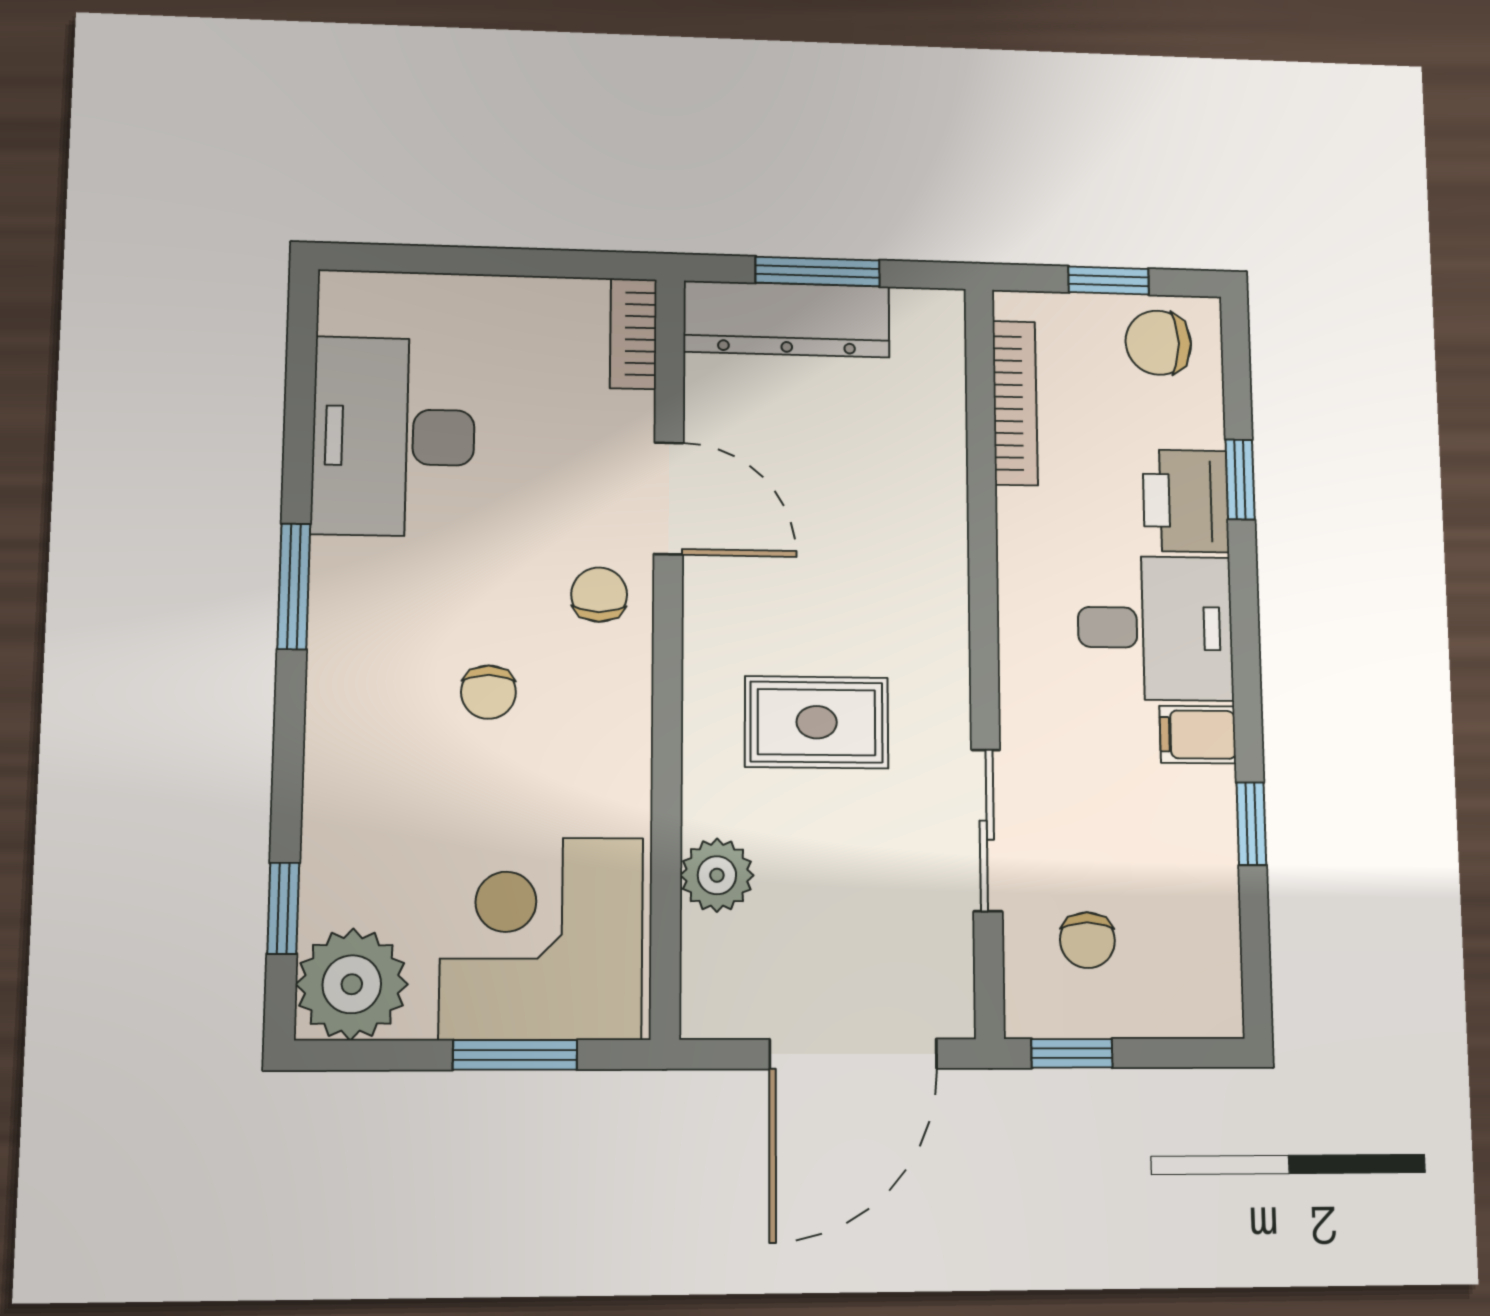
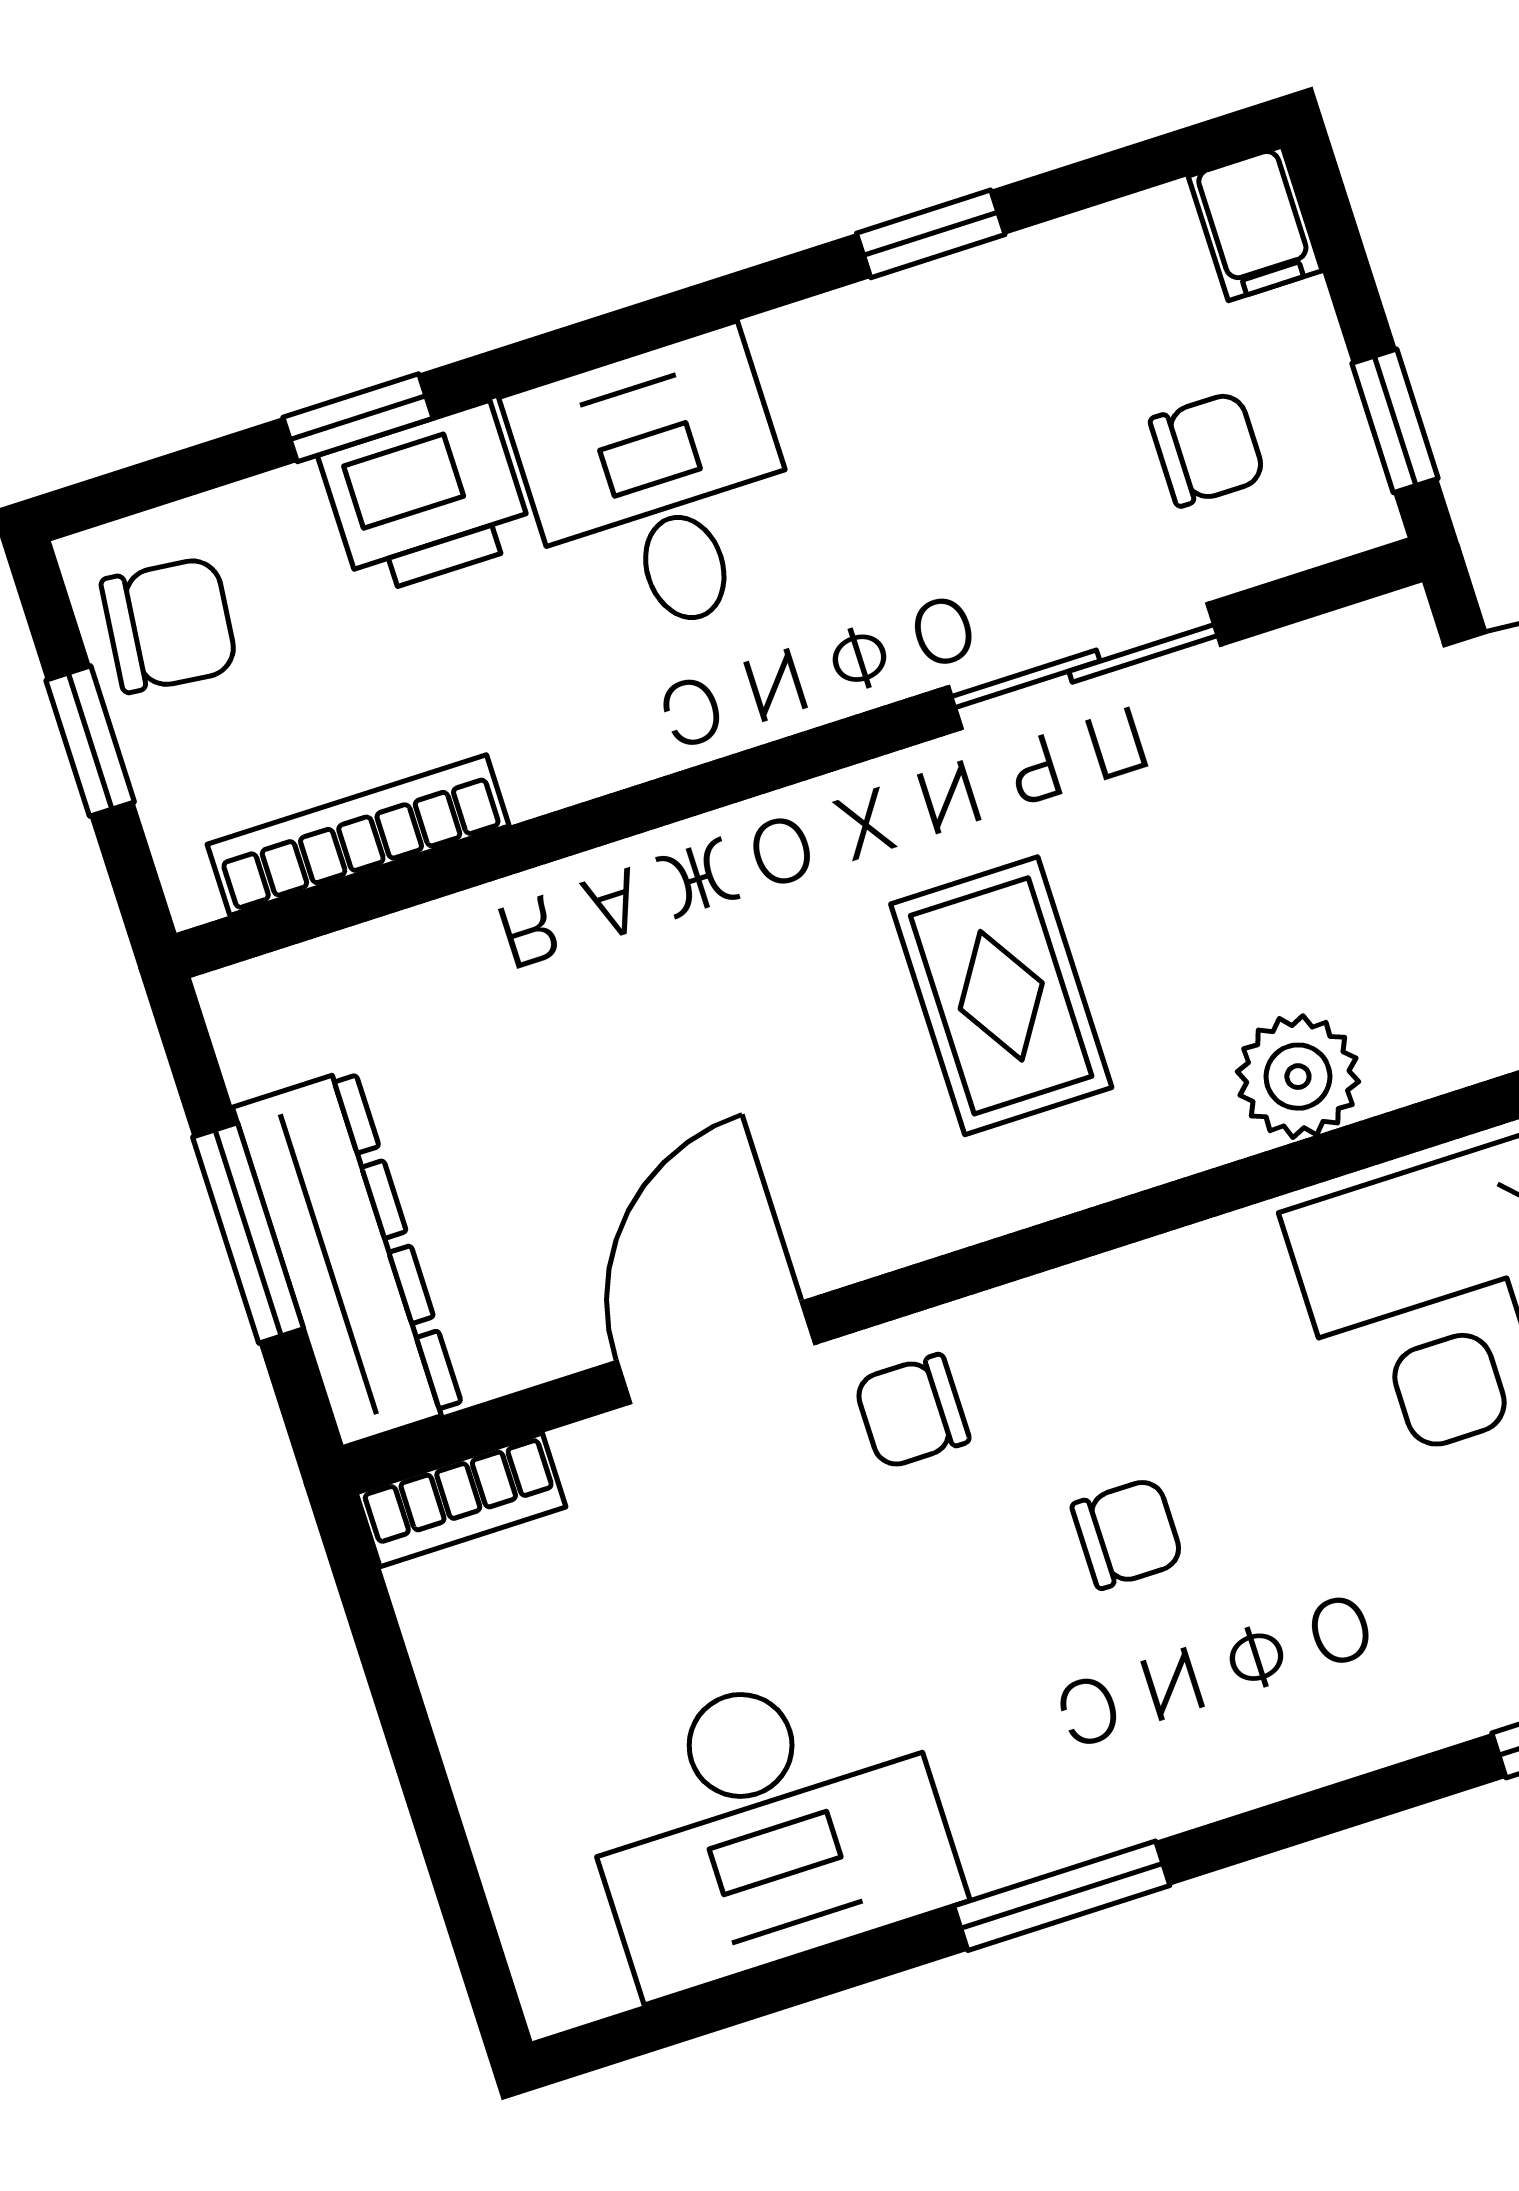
chair: (1158, 343) -> (169, 625), turned -84
filing cabinet: (1198, 735) -> (1255, 223), moved

